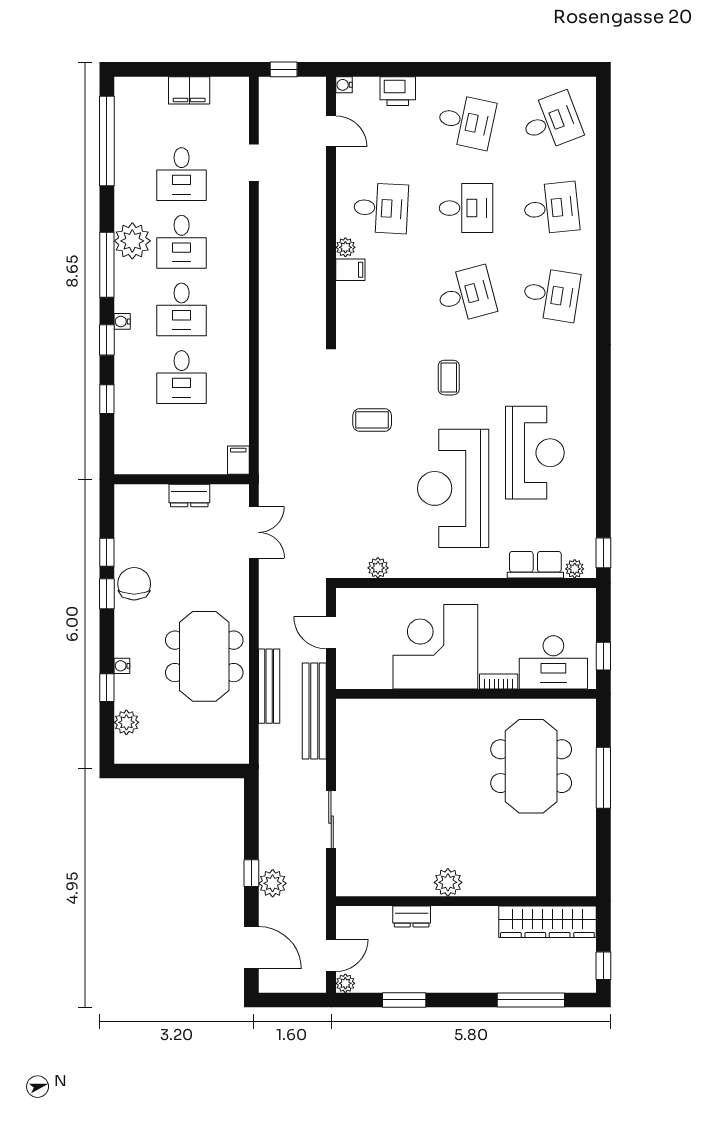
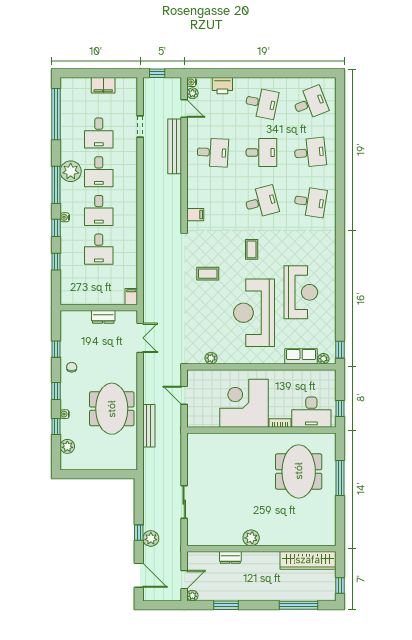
plant: (345, 247) -> (193, 93), moved
filing cabinet: (350, 270) -> (195, 215), moved
chair: (134, 584) -> (72, 367), width x0.54, depth x0.54
window: (107, 594) -> (56, 391), moved
bench: (314, 711) -> (175, 146), moved

